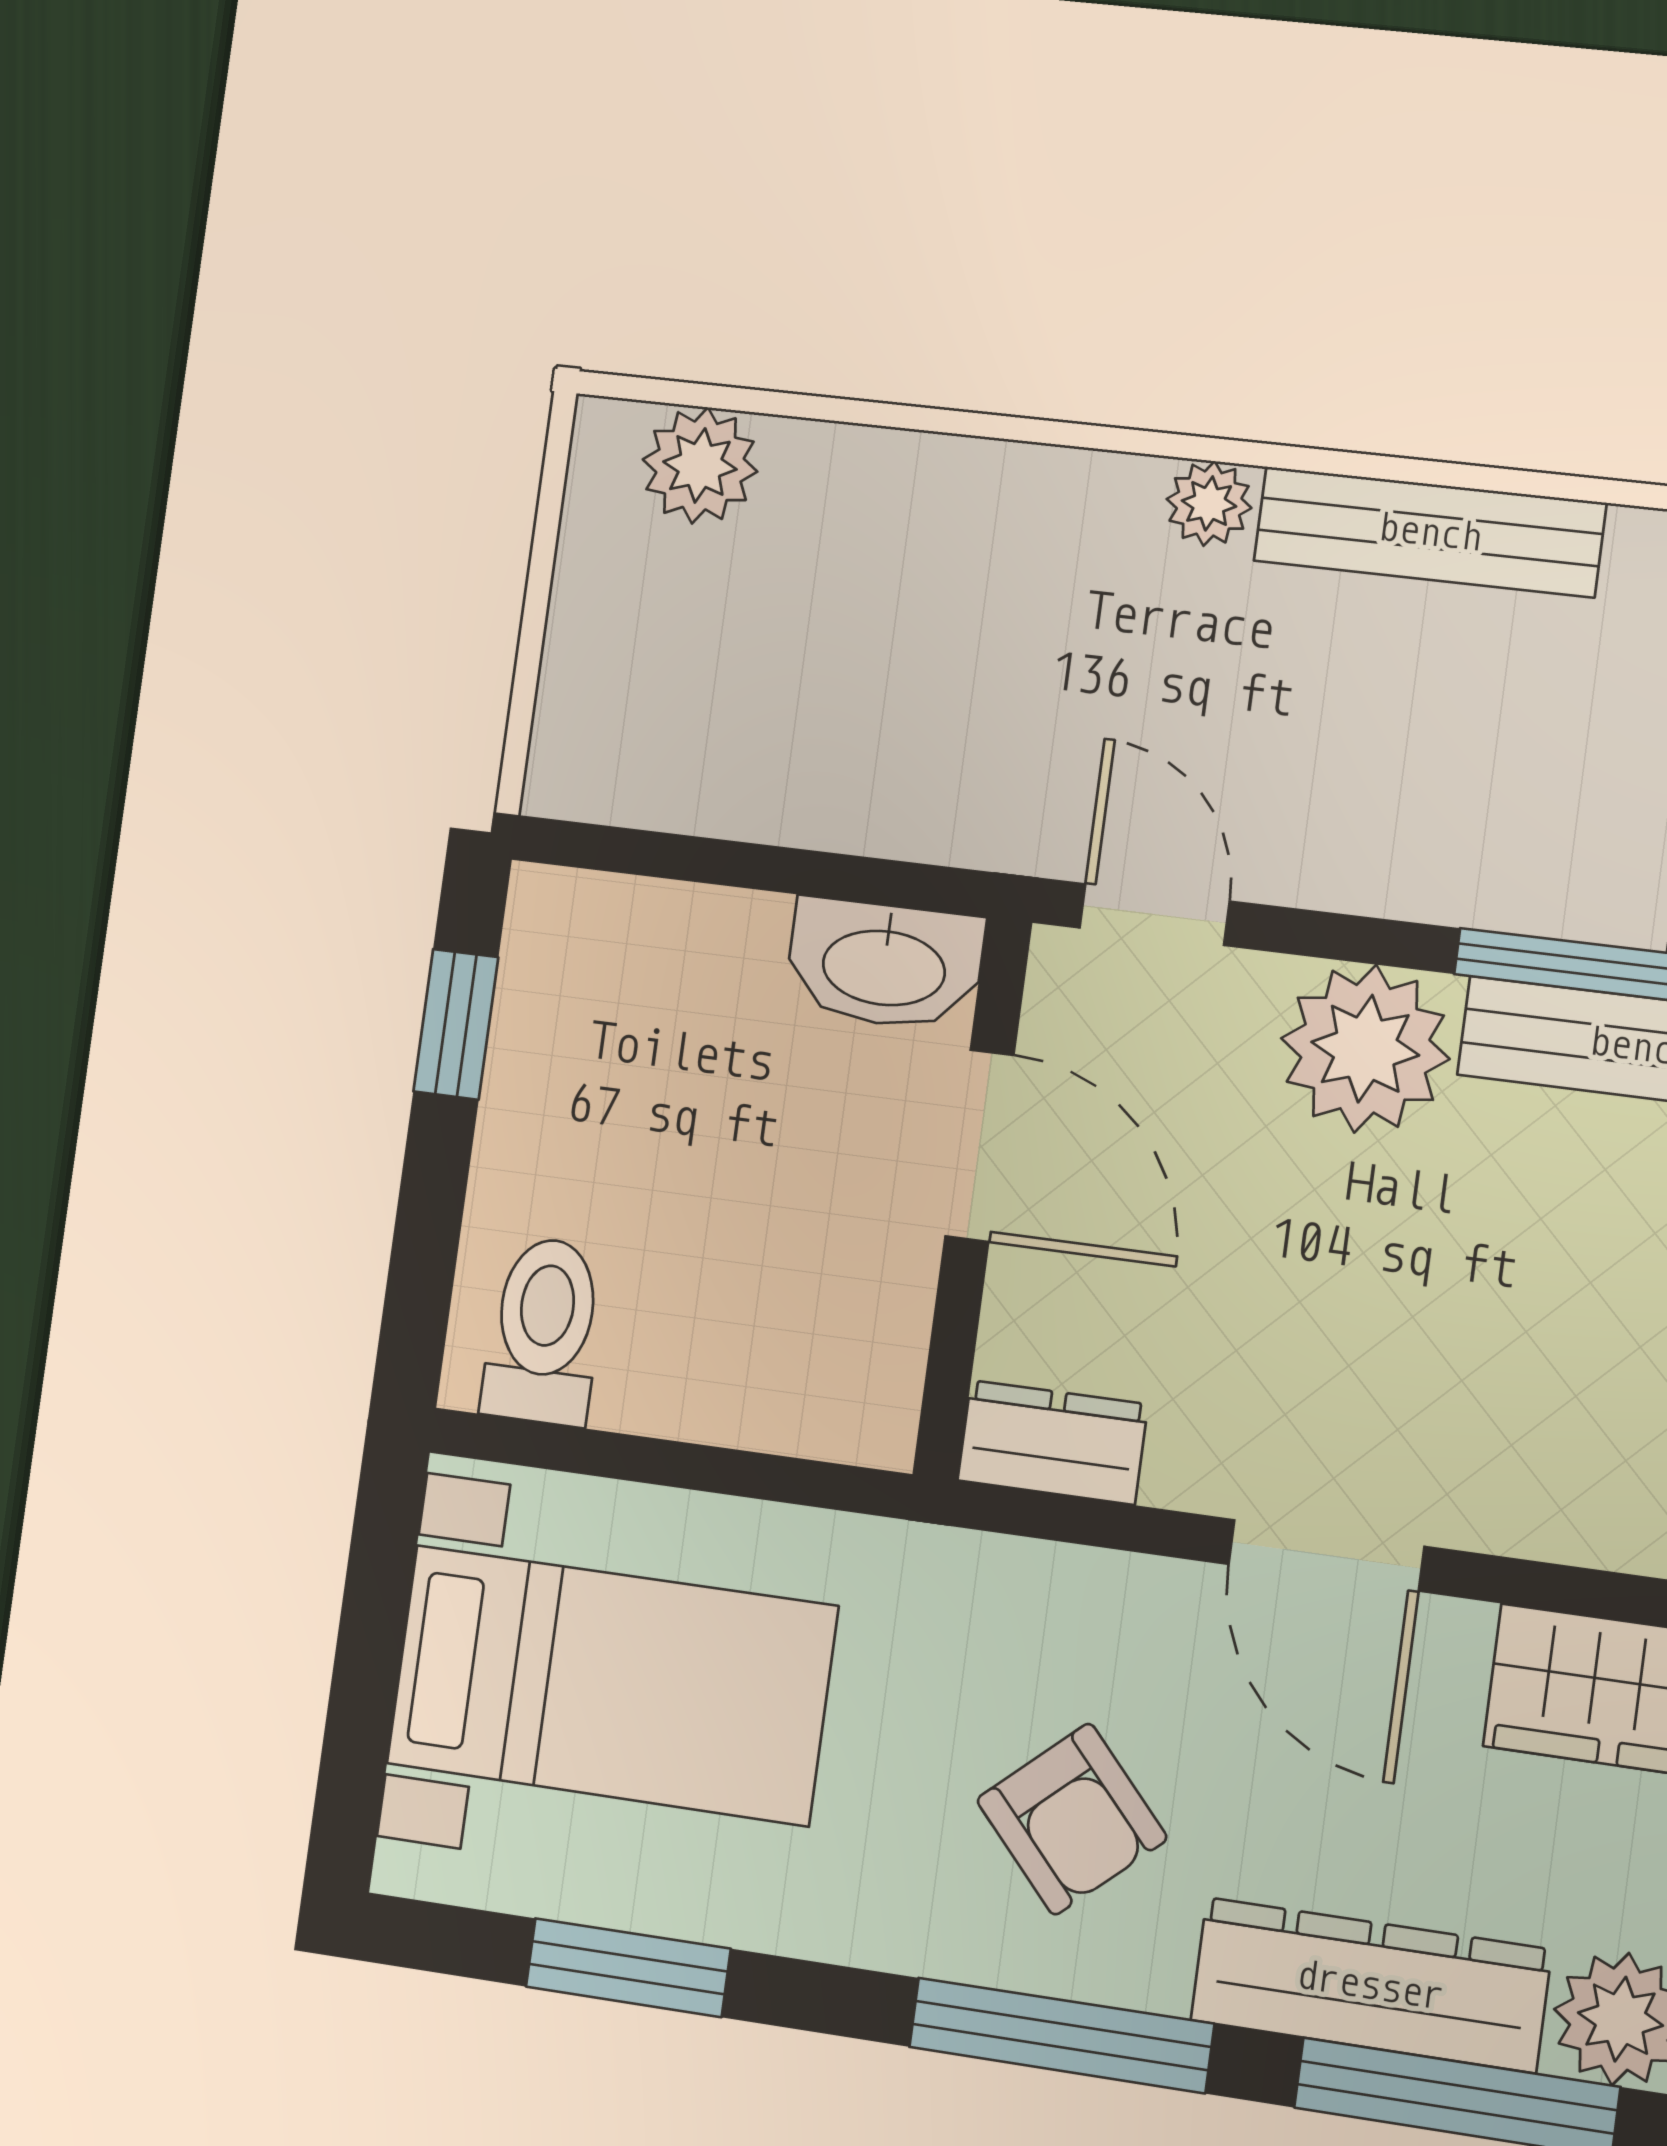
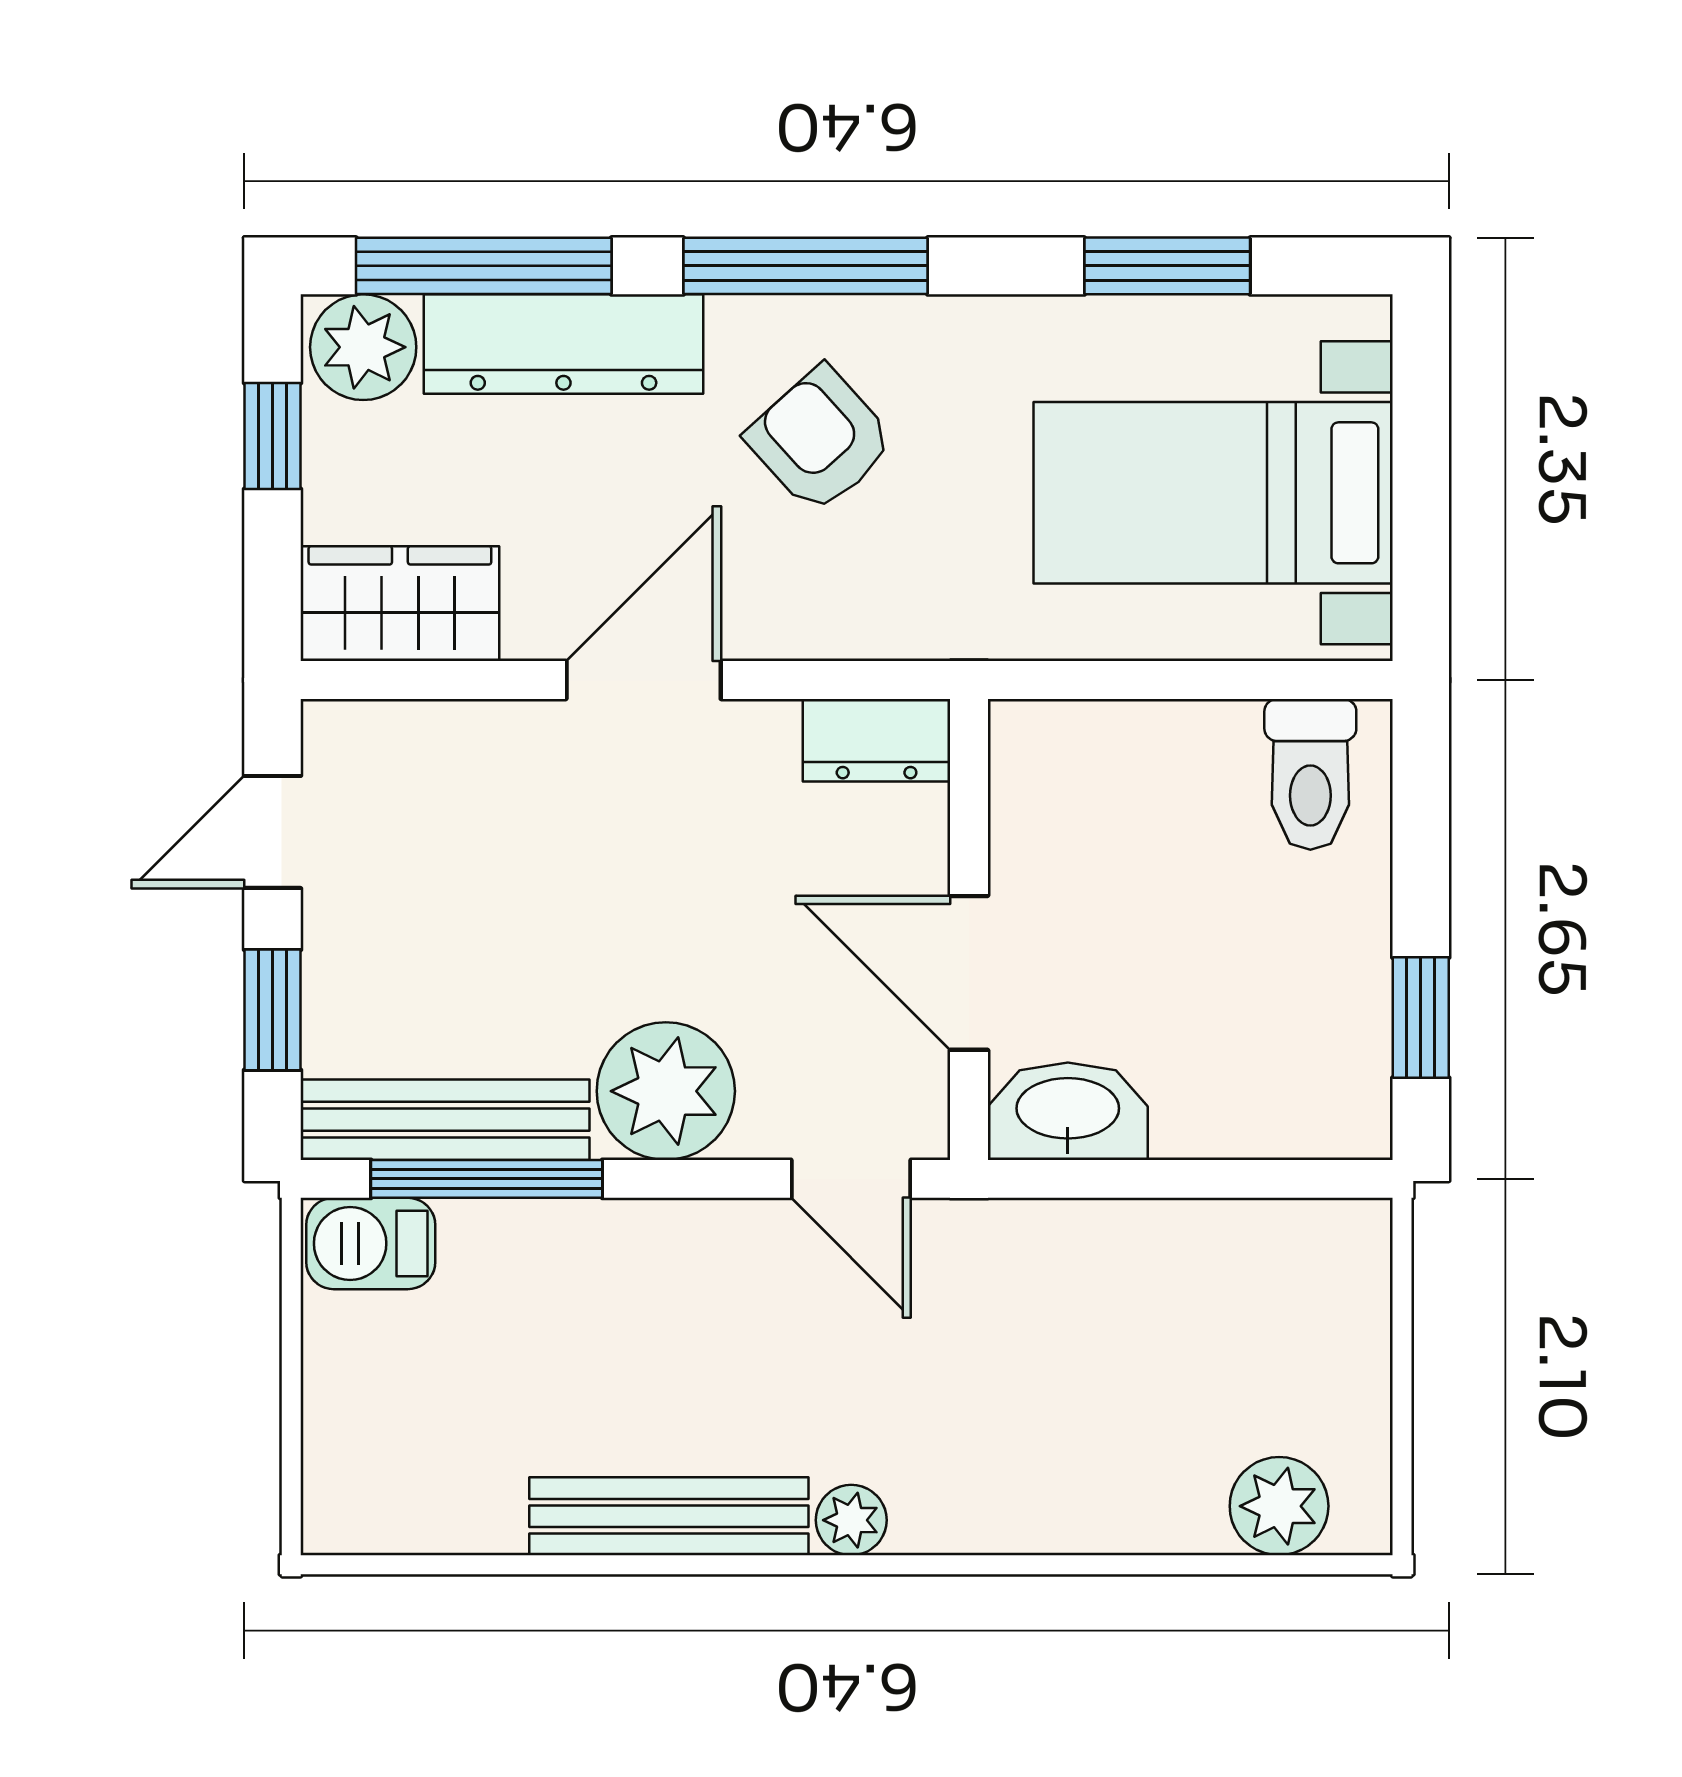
door: (1326, 1555) -> (644, 680), hinge flipped

